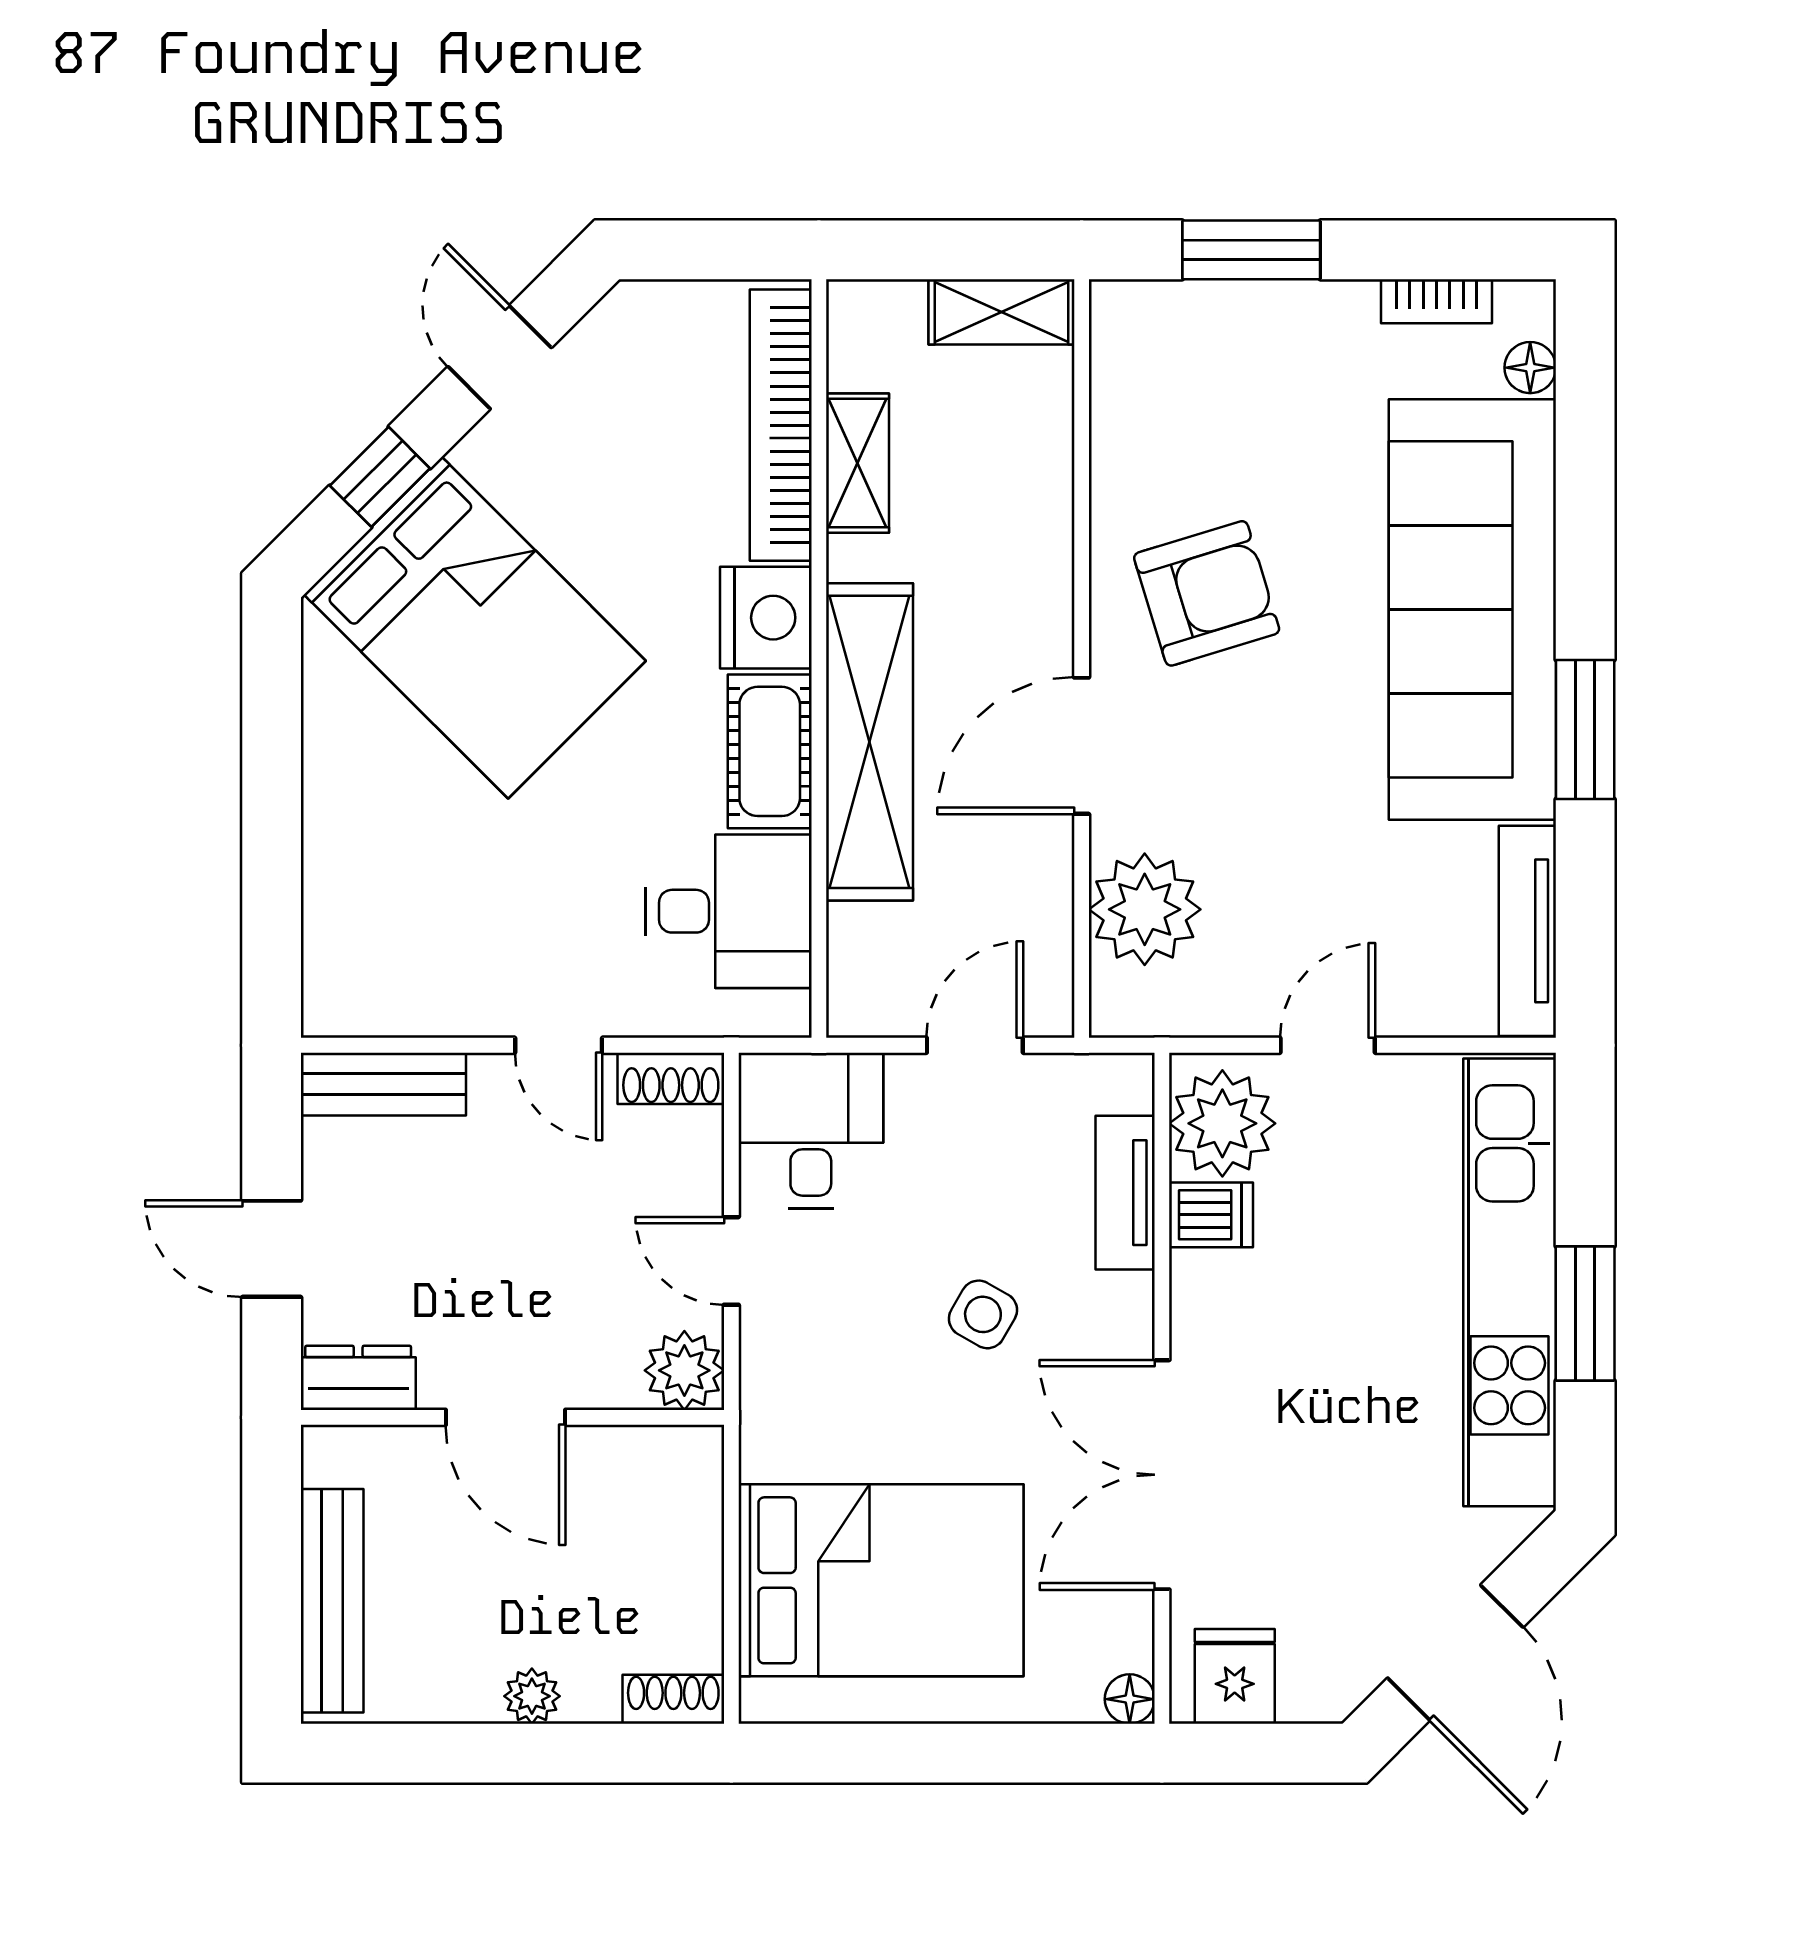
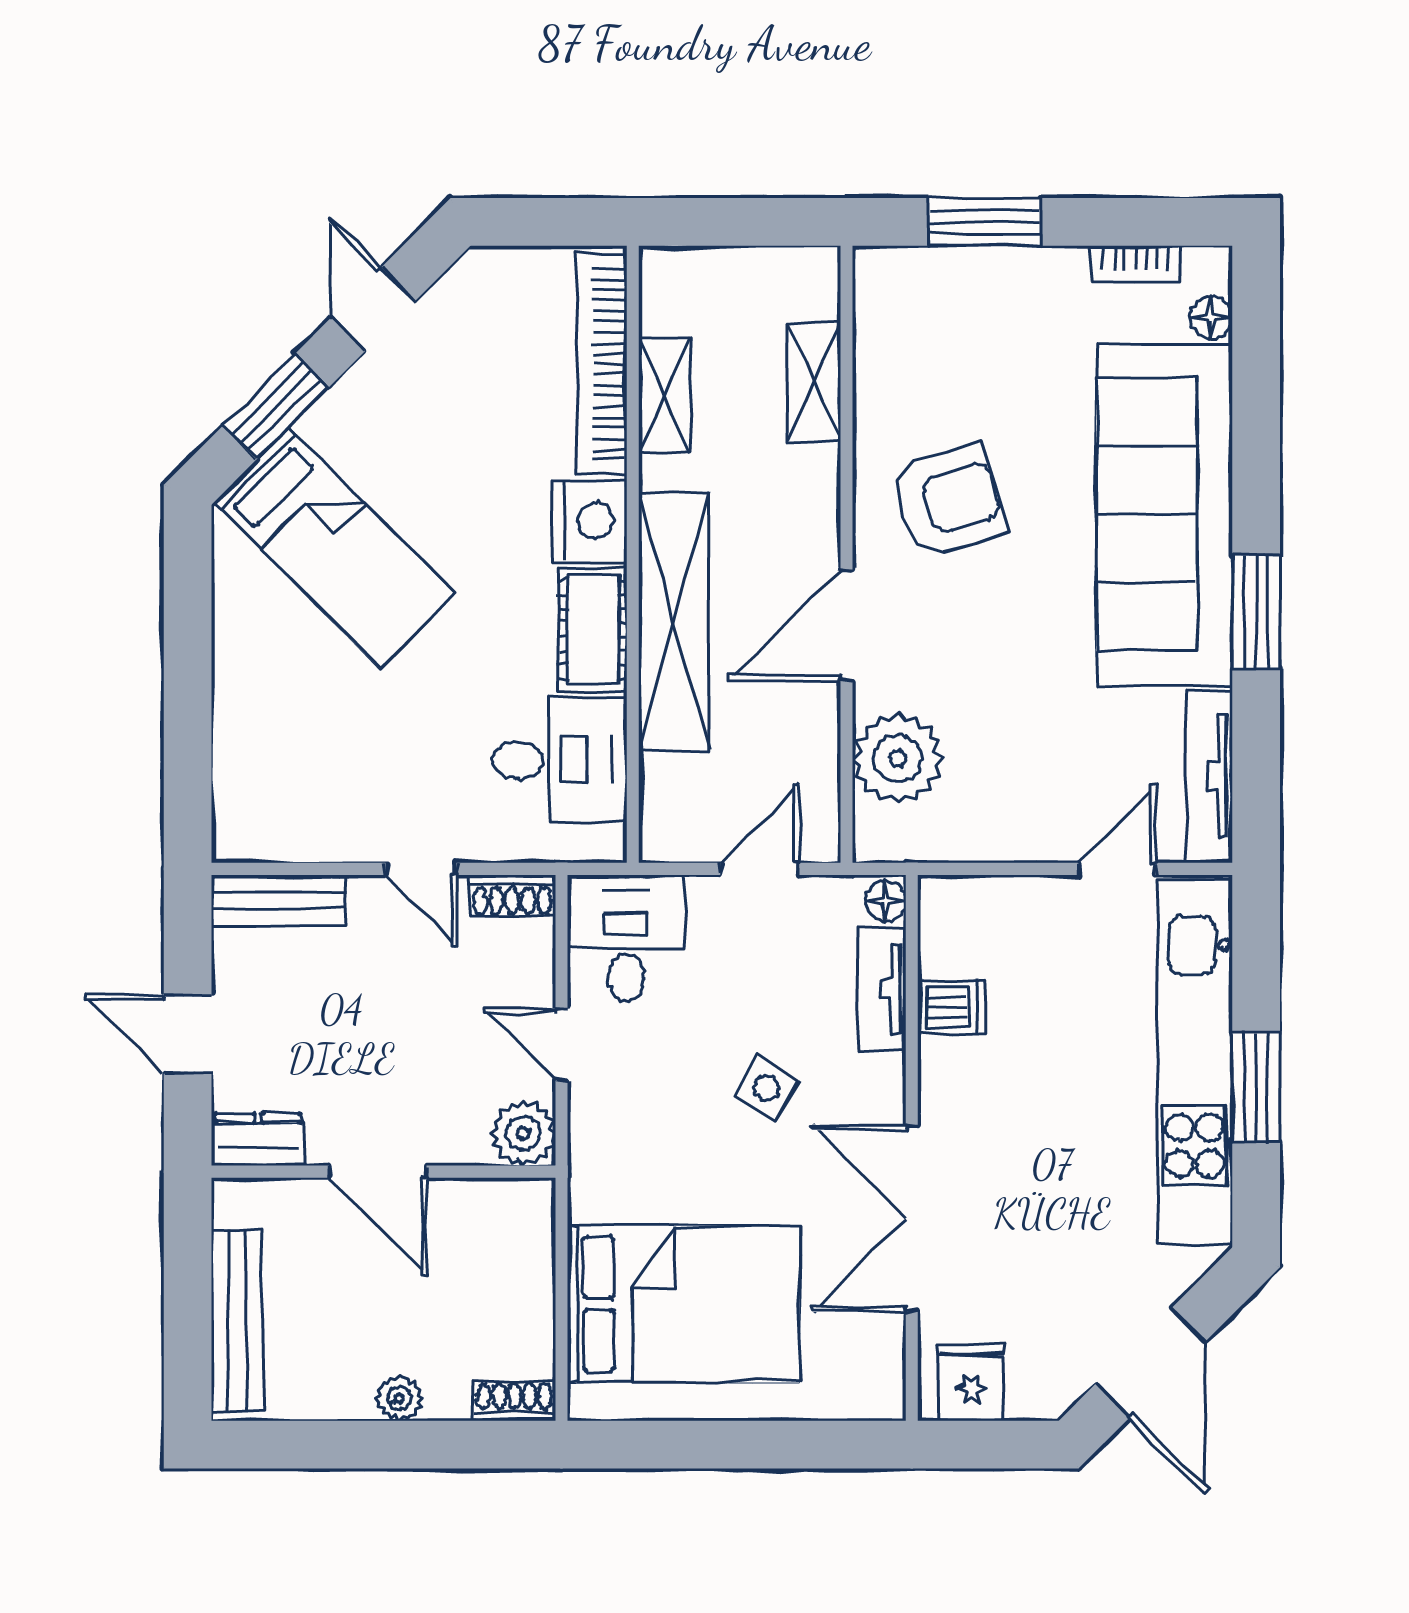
shelving: (1002, 312) -> (814, 382), moved, turned 90
window: (380, 477) -> (276, 407), width x1.50
bed: (475, 628) -> (334, 548), width x0.67
door: (1328, 1045) -> (1117, 869), moved
plant: (1222, 1123) -> (961, 932), removed
floor lamp: (1130, 1699) -> (886, 901), moved

